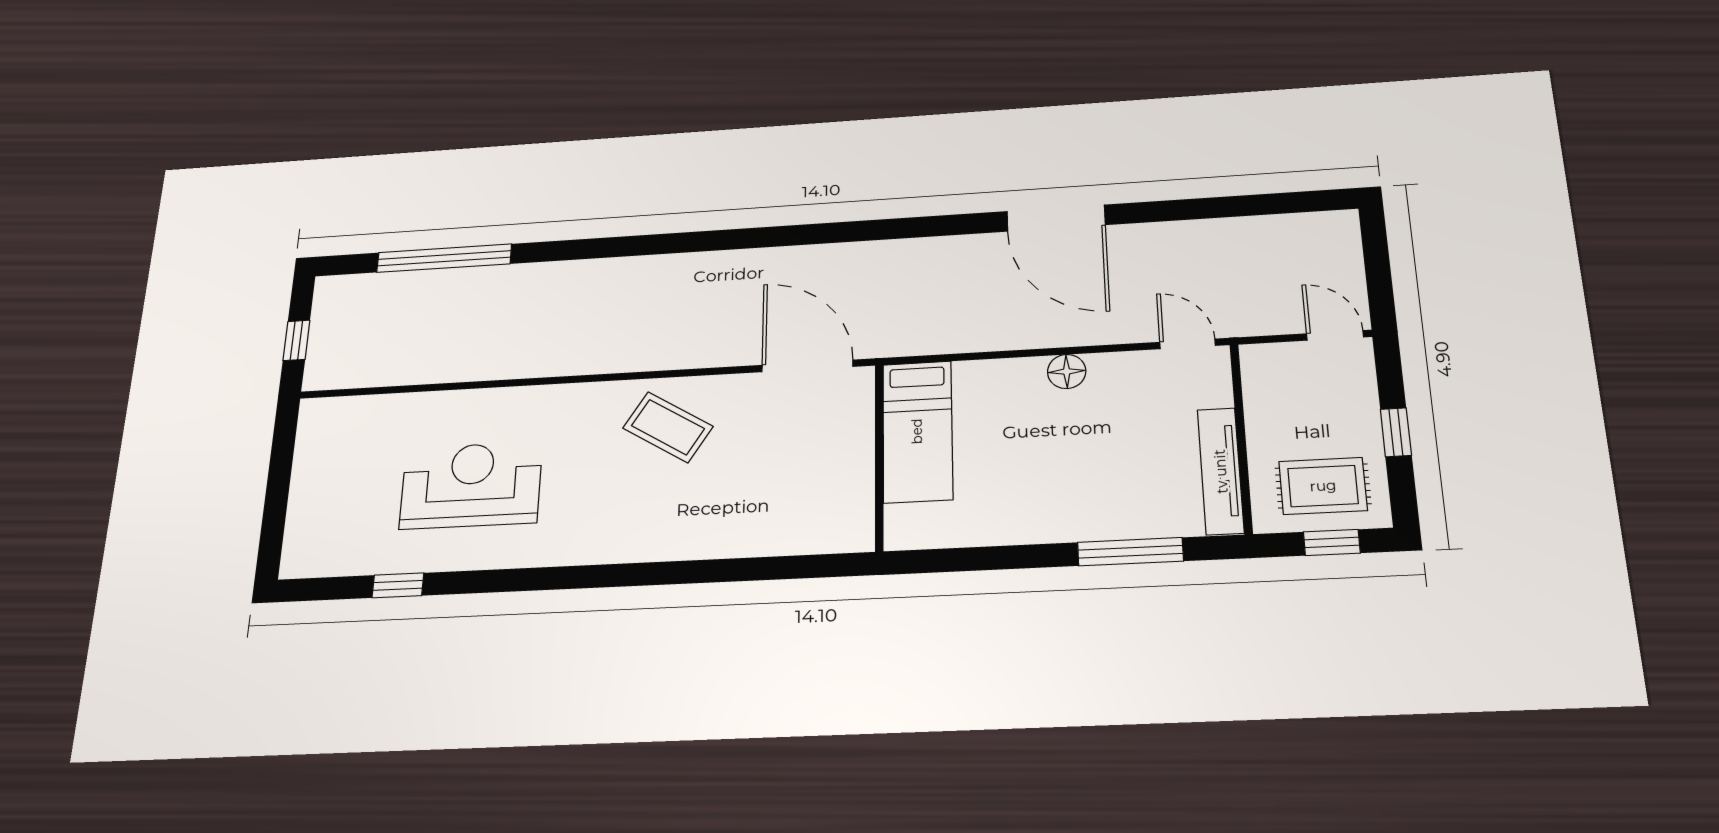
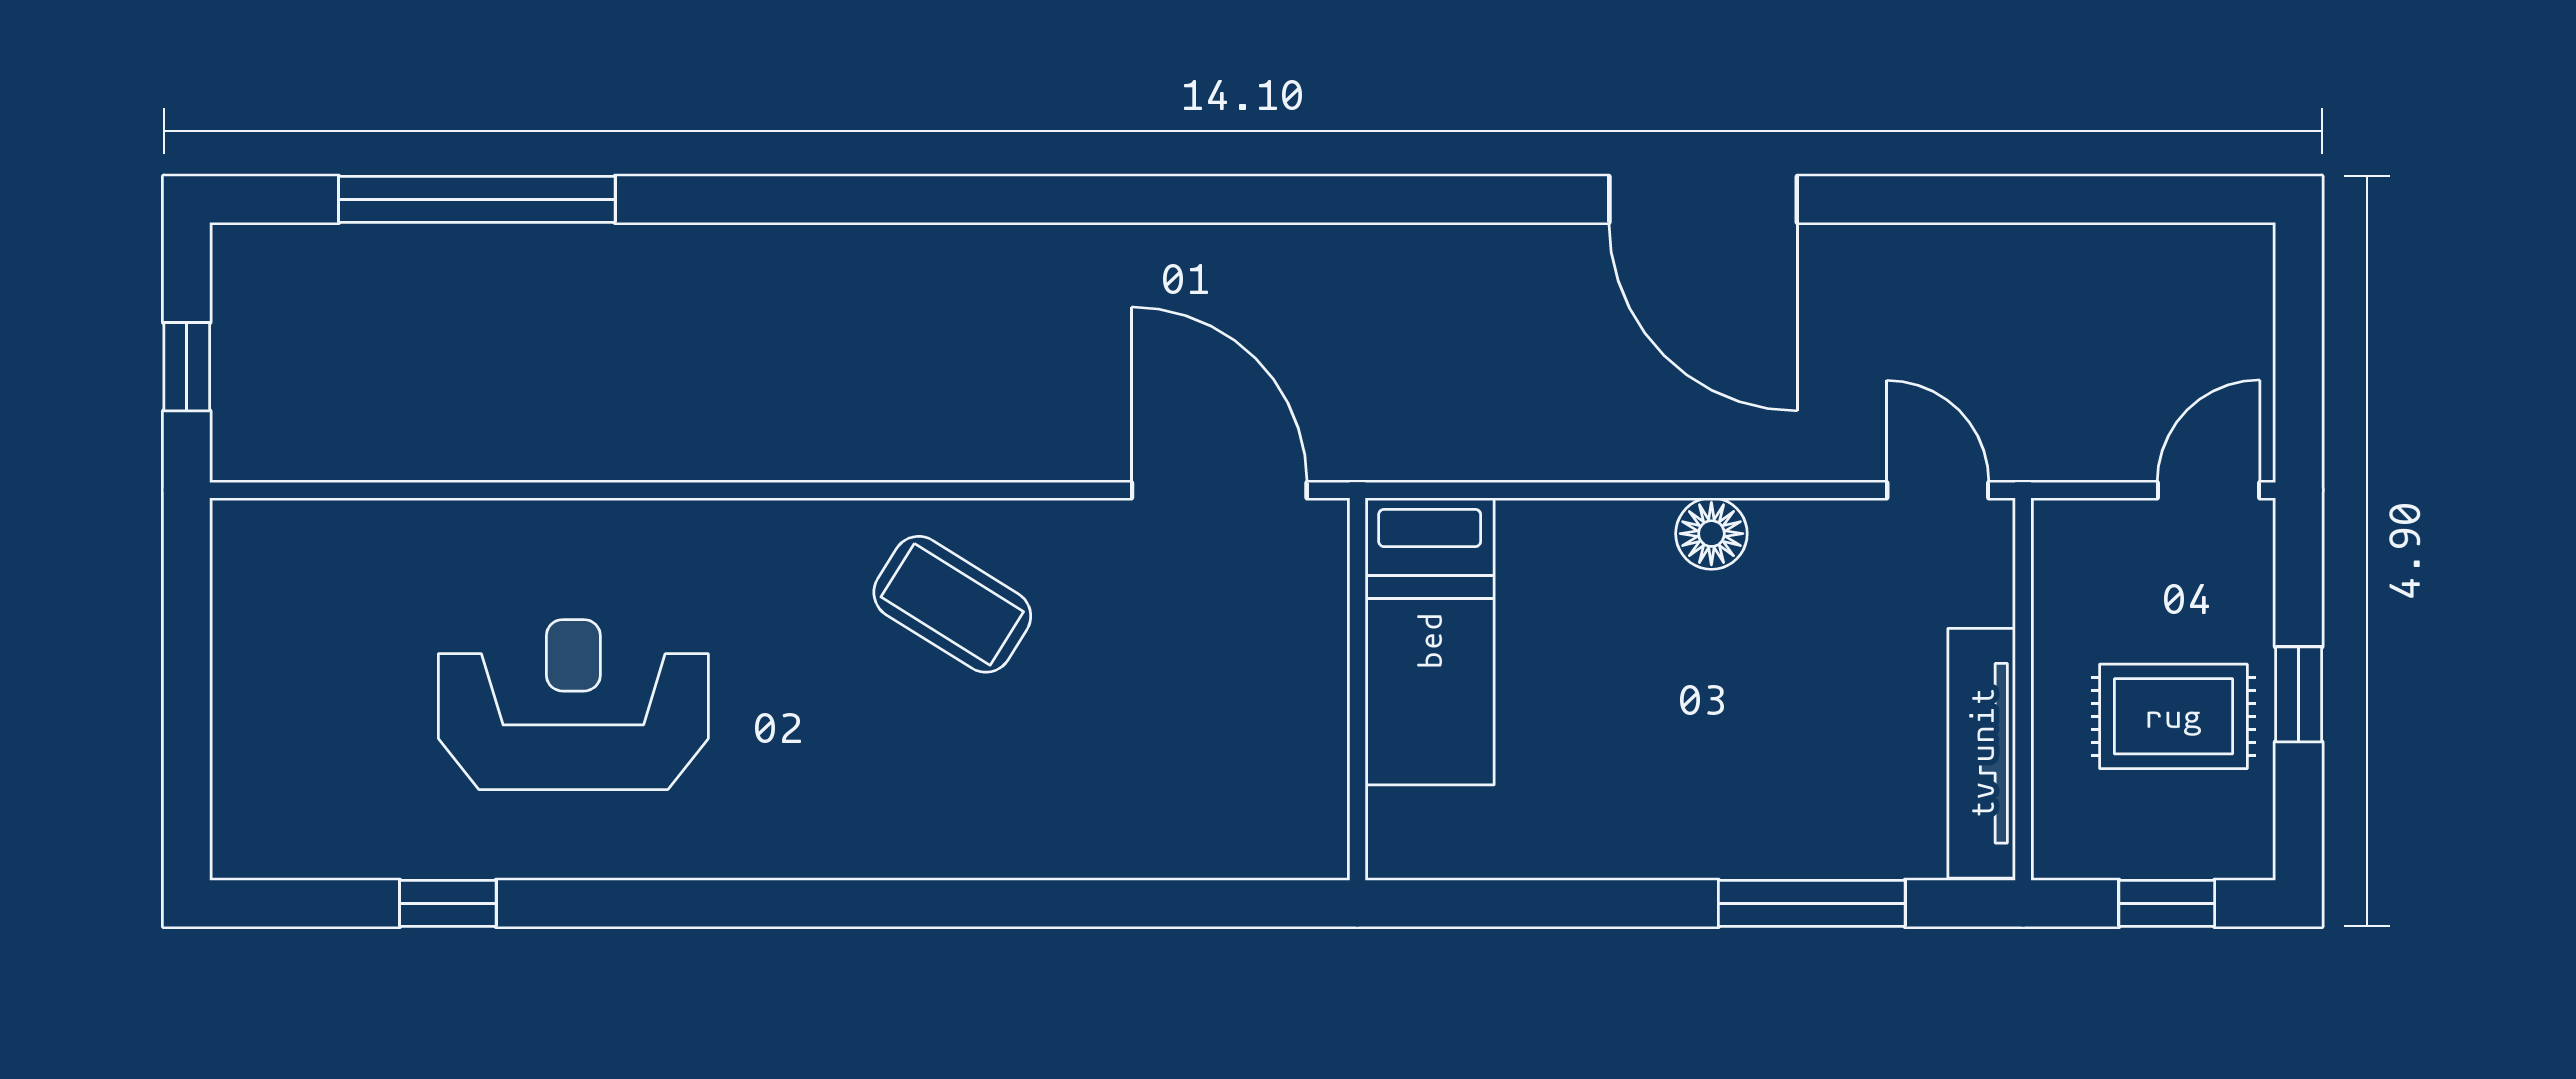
door: (1335, 335) -> (2208, 490), hinge flipped
rug: (1323, 486) -> (2173, 716), moved

